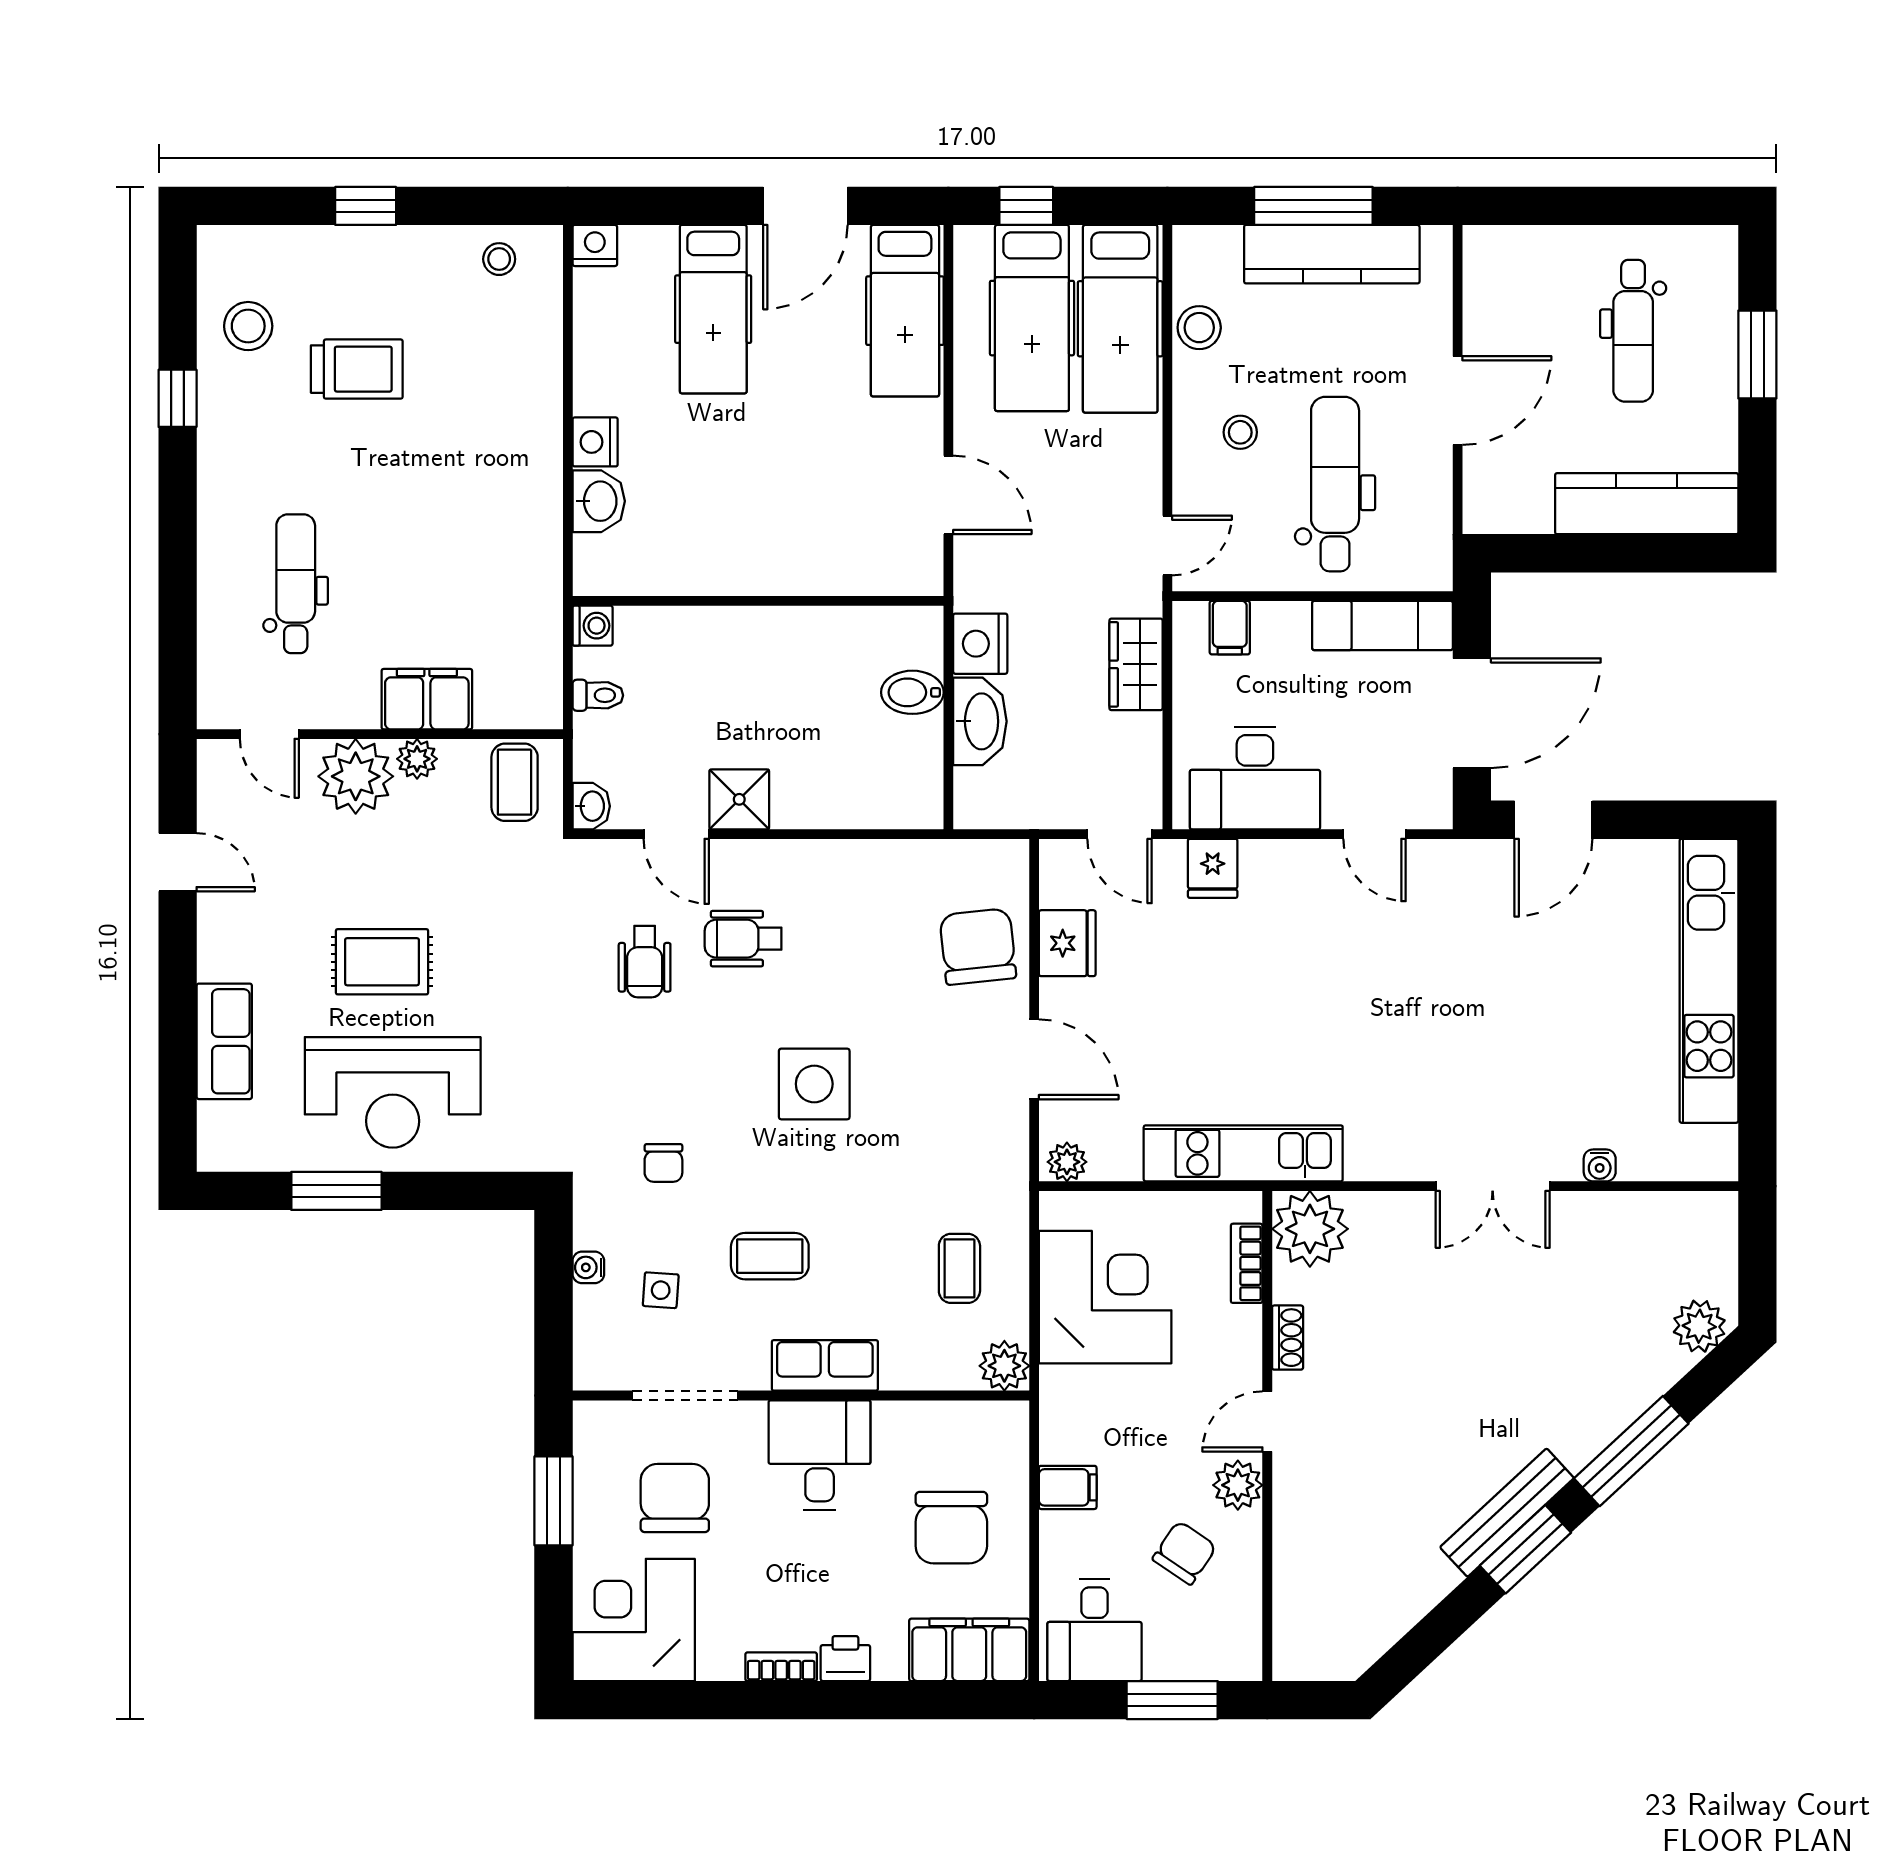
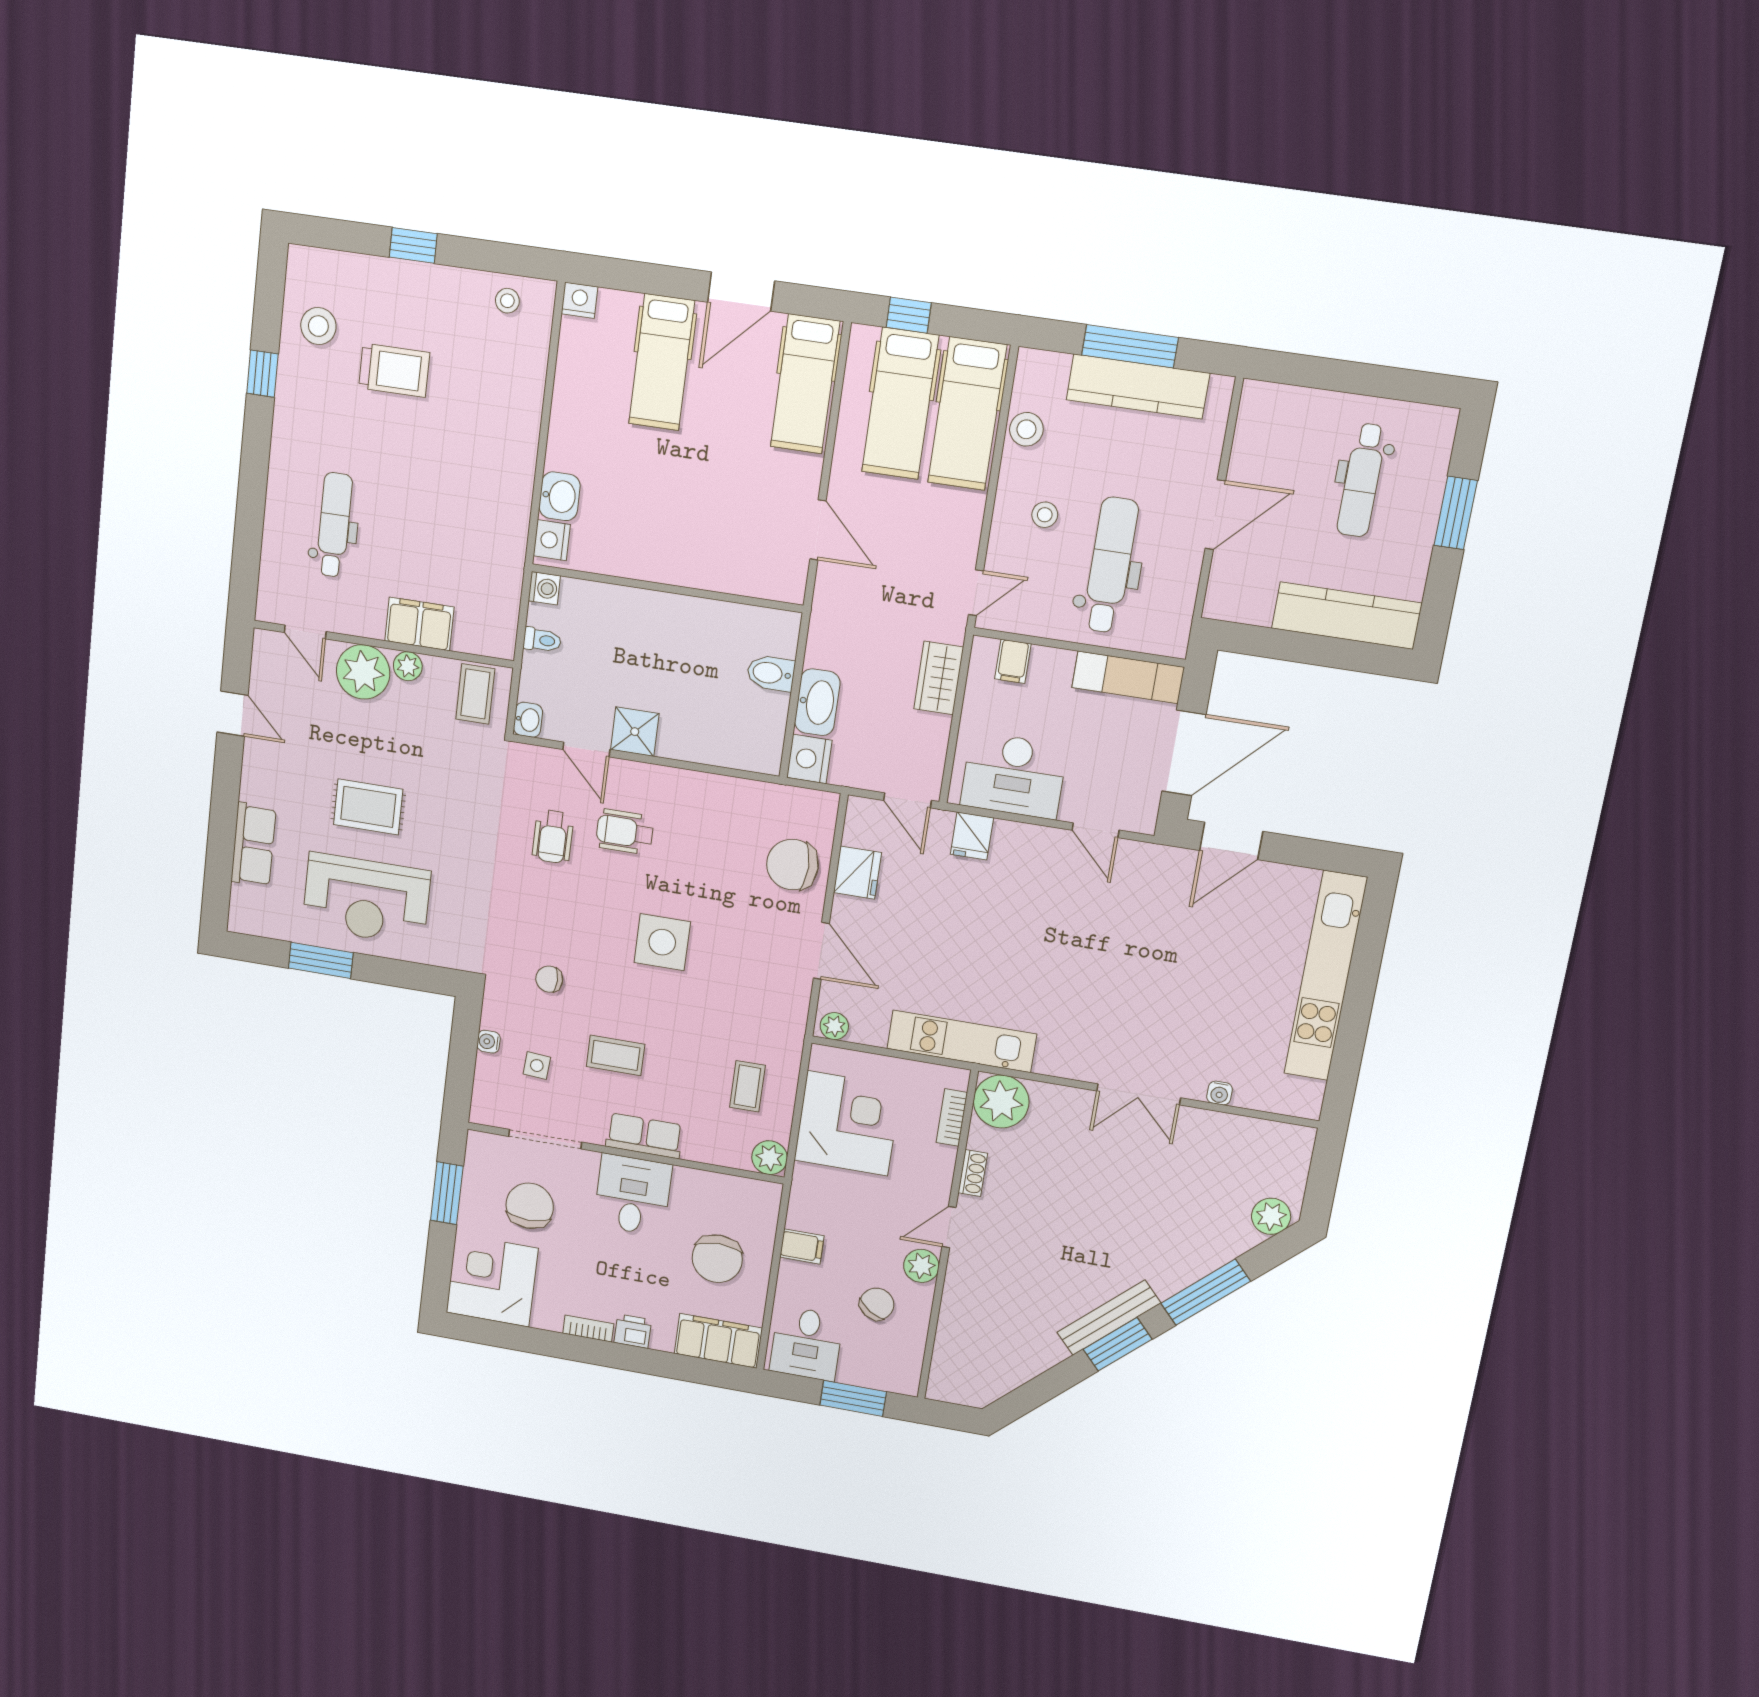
nightstand: (595, 442) -> (552, 540), moved
nightstand: (980, 644) -> (809, 759), moved
chair: (978, 947) -> (792, 865), turned -84
chair: (663, 1163) -> (549, 979), turned 90

